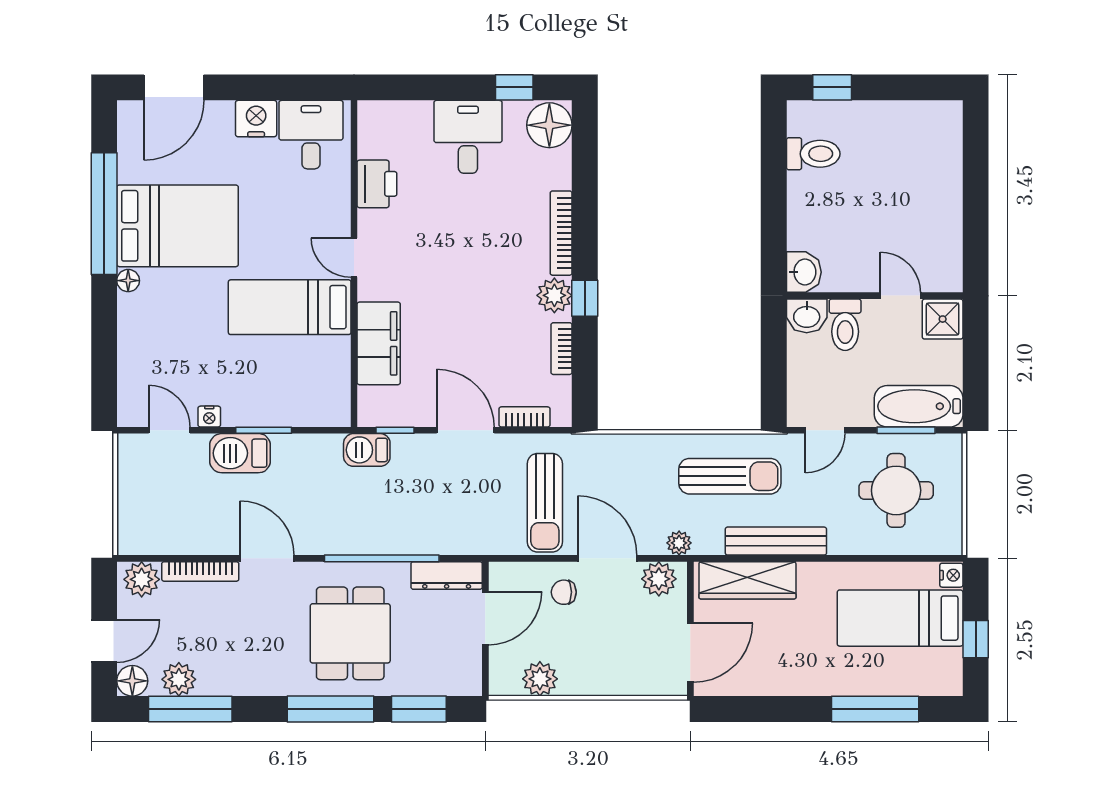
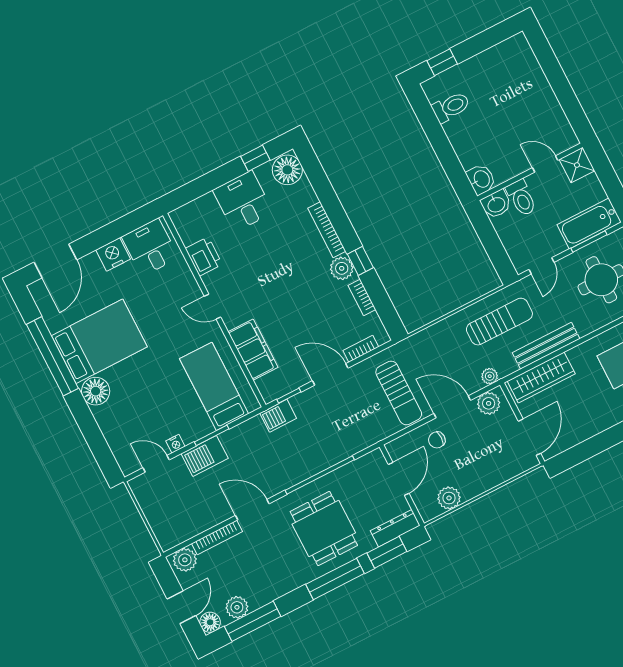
floor lamp: (128, 281) -> (96, 391), width x1.89, depth x1.89
bed: (290, 307) -> (214, 386), moved, turned 90
dresser: (447, 576) -> (395, 528), moved, turned 180

